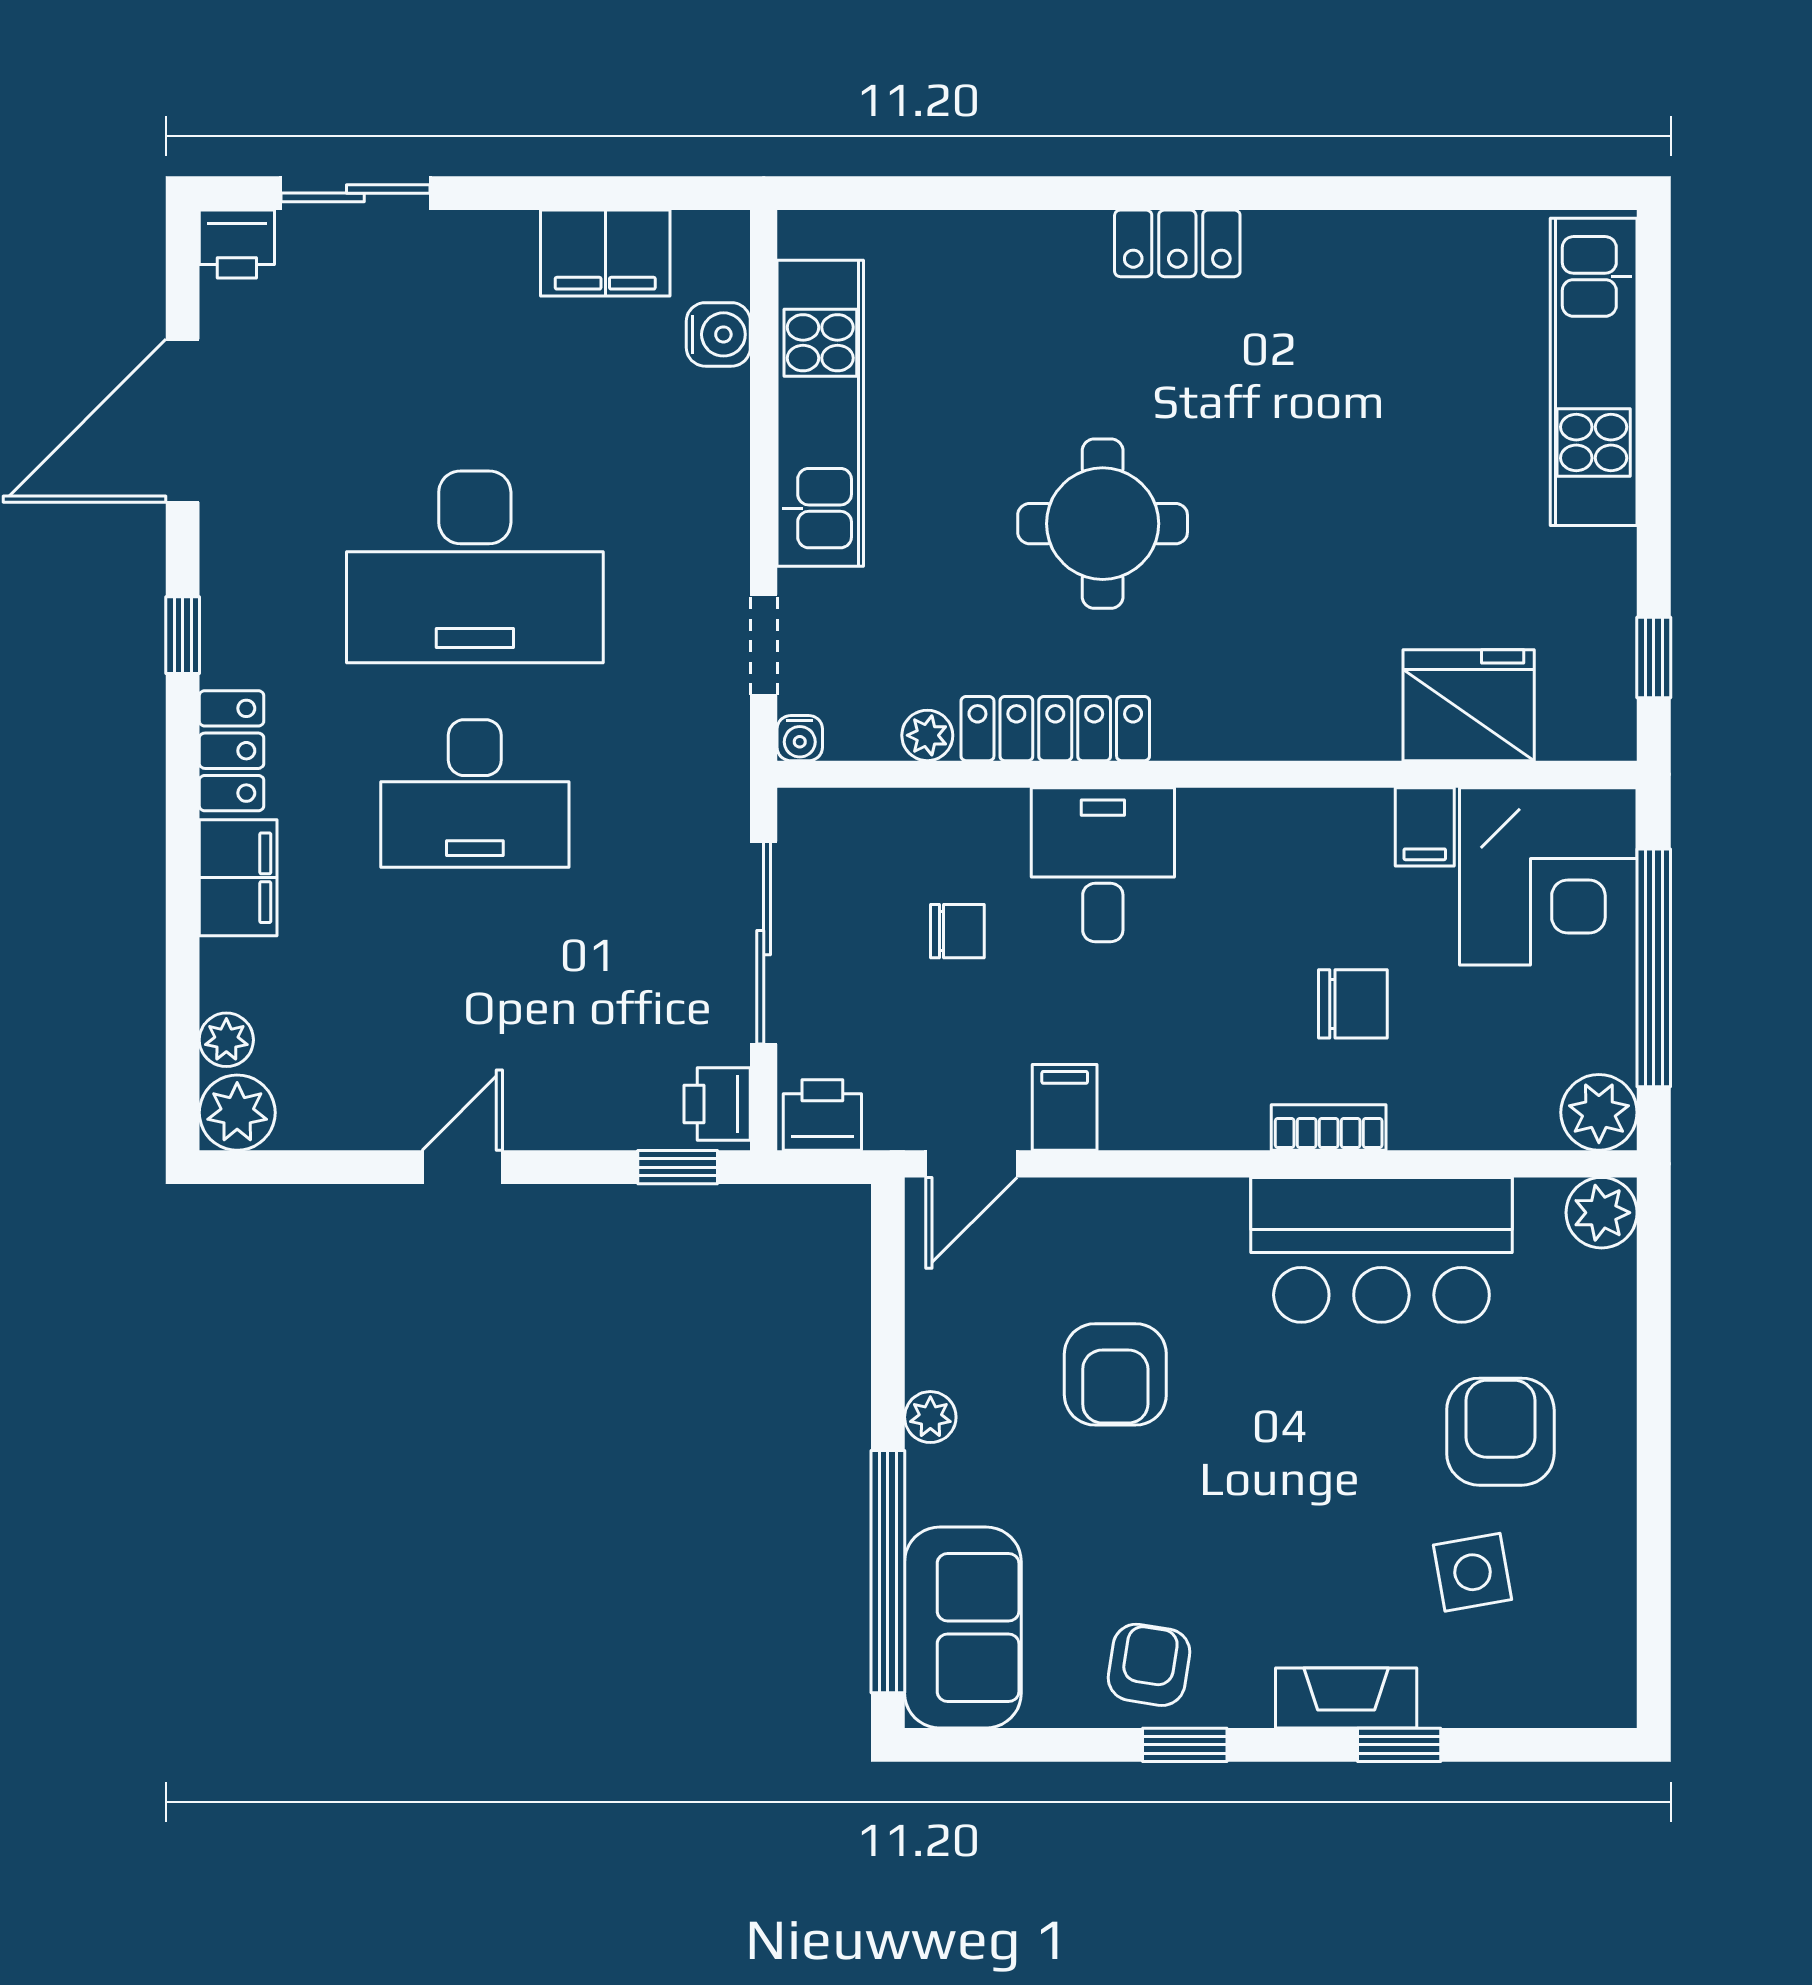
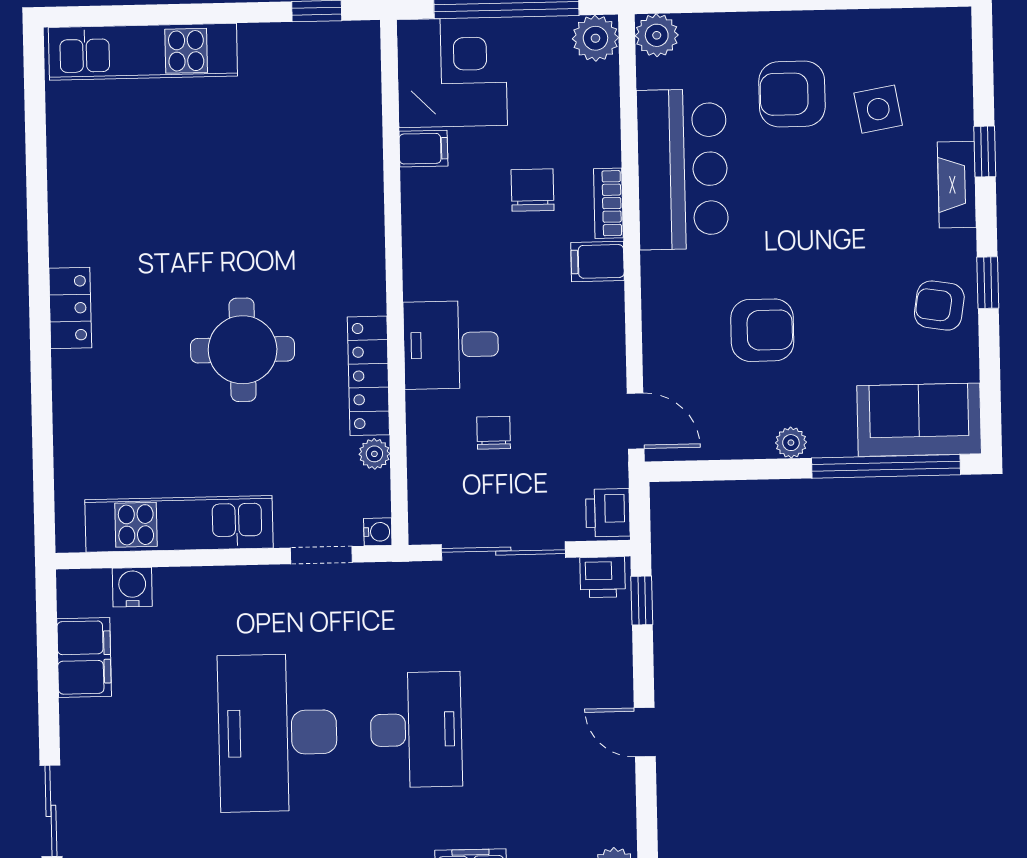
desk: (475, 567) -> (278, 733), turned 180
fridge: (1469, 705) -> (348, 124), removed
filing cabinet: (1065, 1107) -> (598, 261), moved

